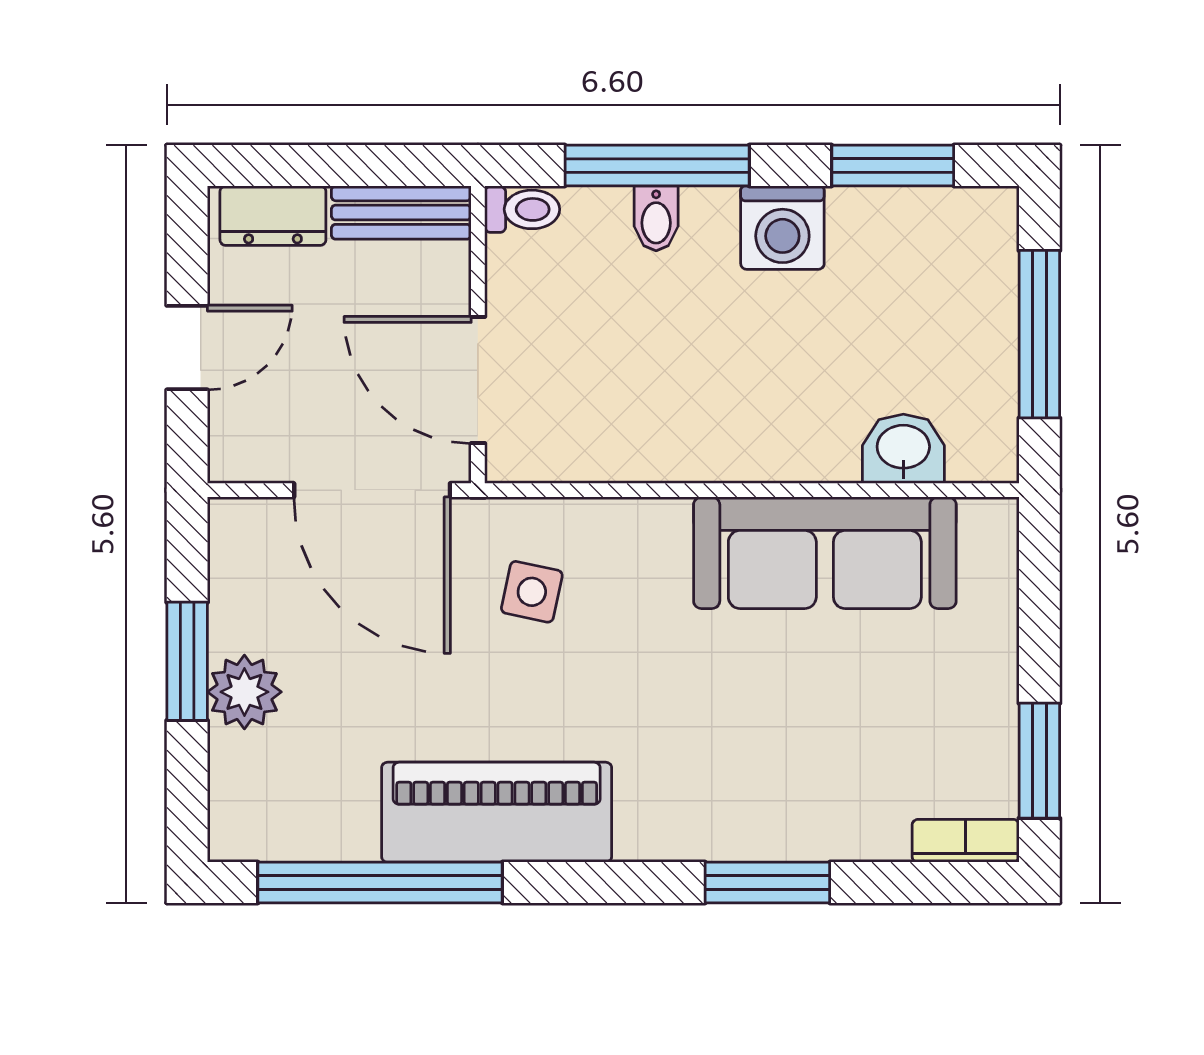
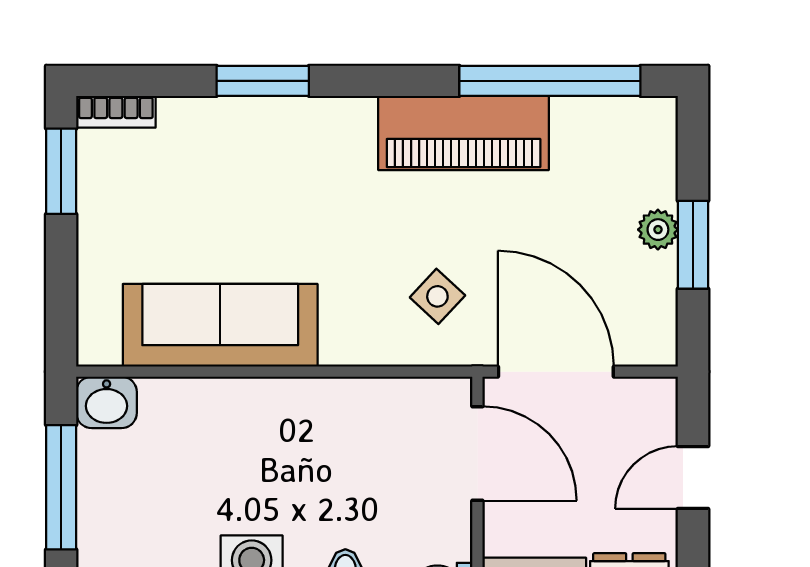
washbasin: (903, 449) -> (107, 402), moved
side table: (532, 592) -> (437, 296), turned 31
plant: (244, 692) -> (658, 230), width x0.73, depth x0.73

